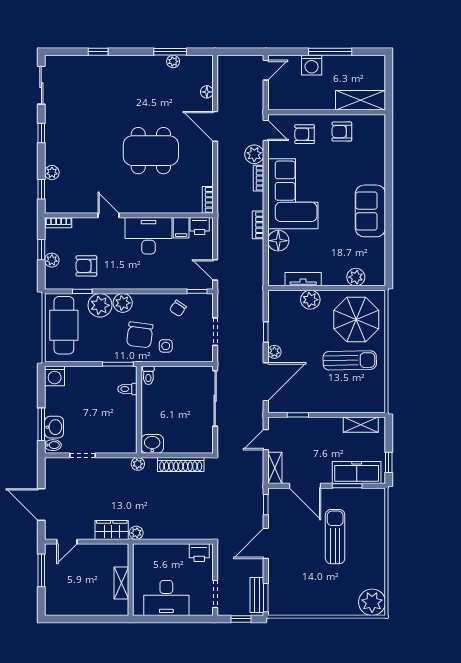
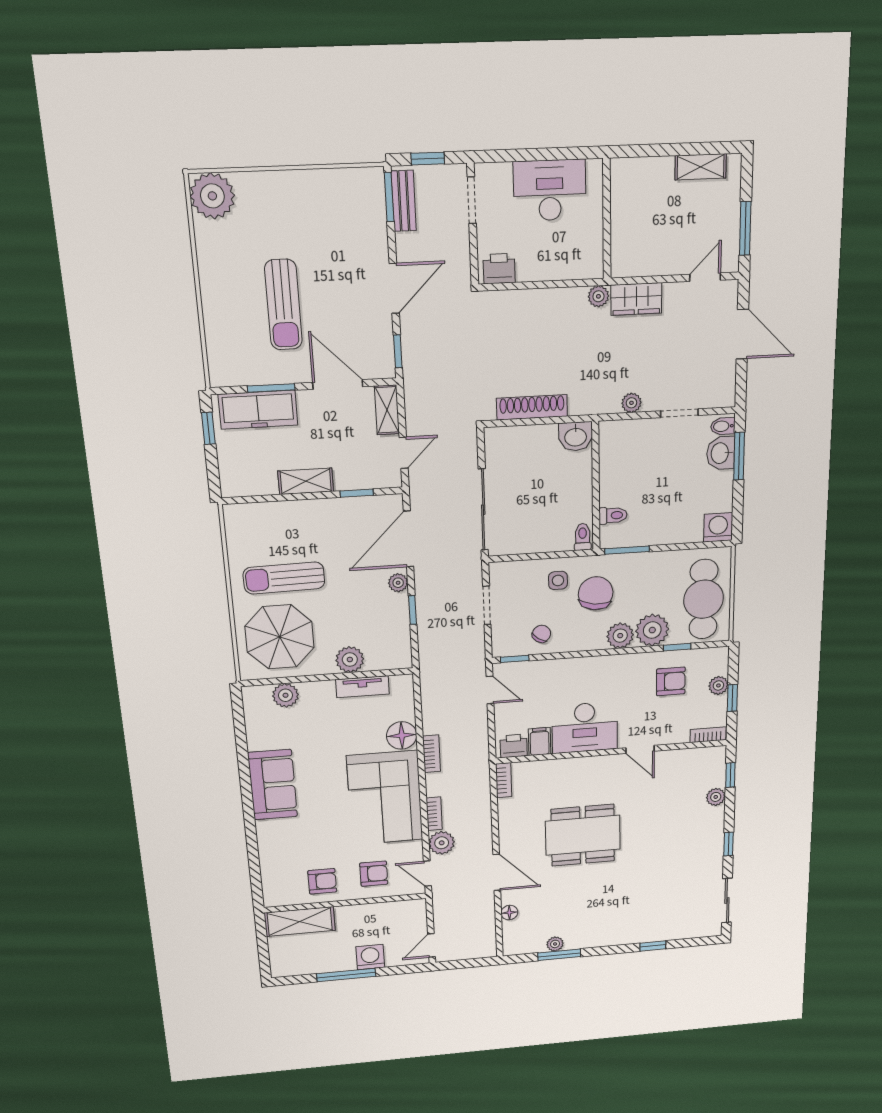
shelving: (361, 425) -> (306, 481), moved
plant: (138, 464) -> (631, 403), moved
shelving: (121, 583) -> (701, 167), moved, turned 90

